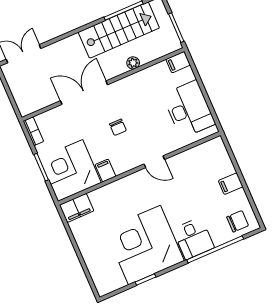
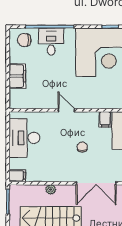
filing cabinet: (231, 184) -> (17, 76), width x2.00
desk: (193, 238) -> (51, 42), moved

